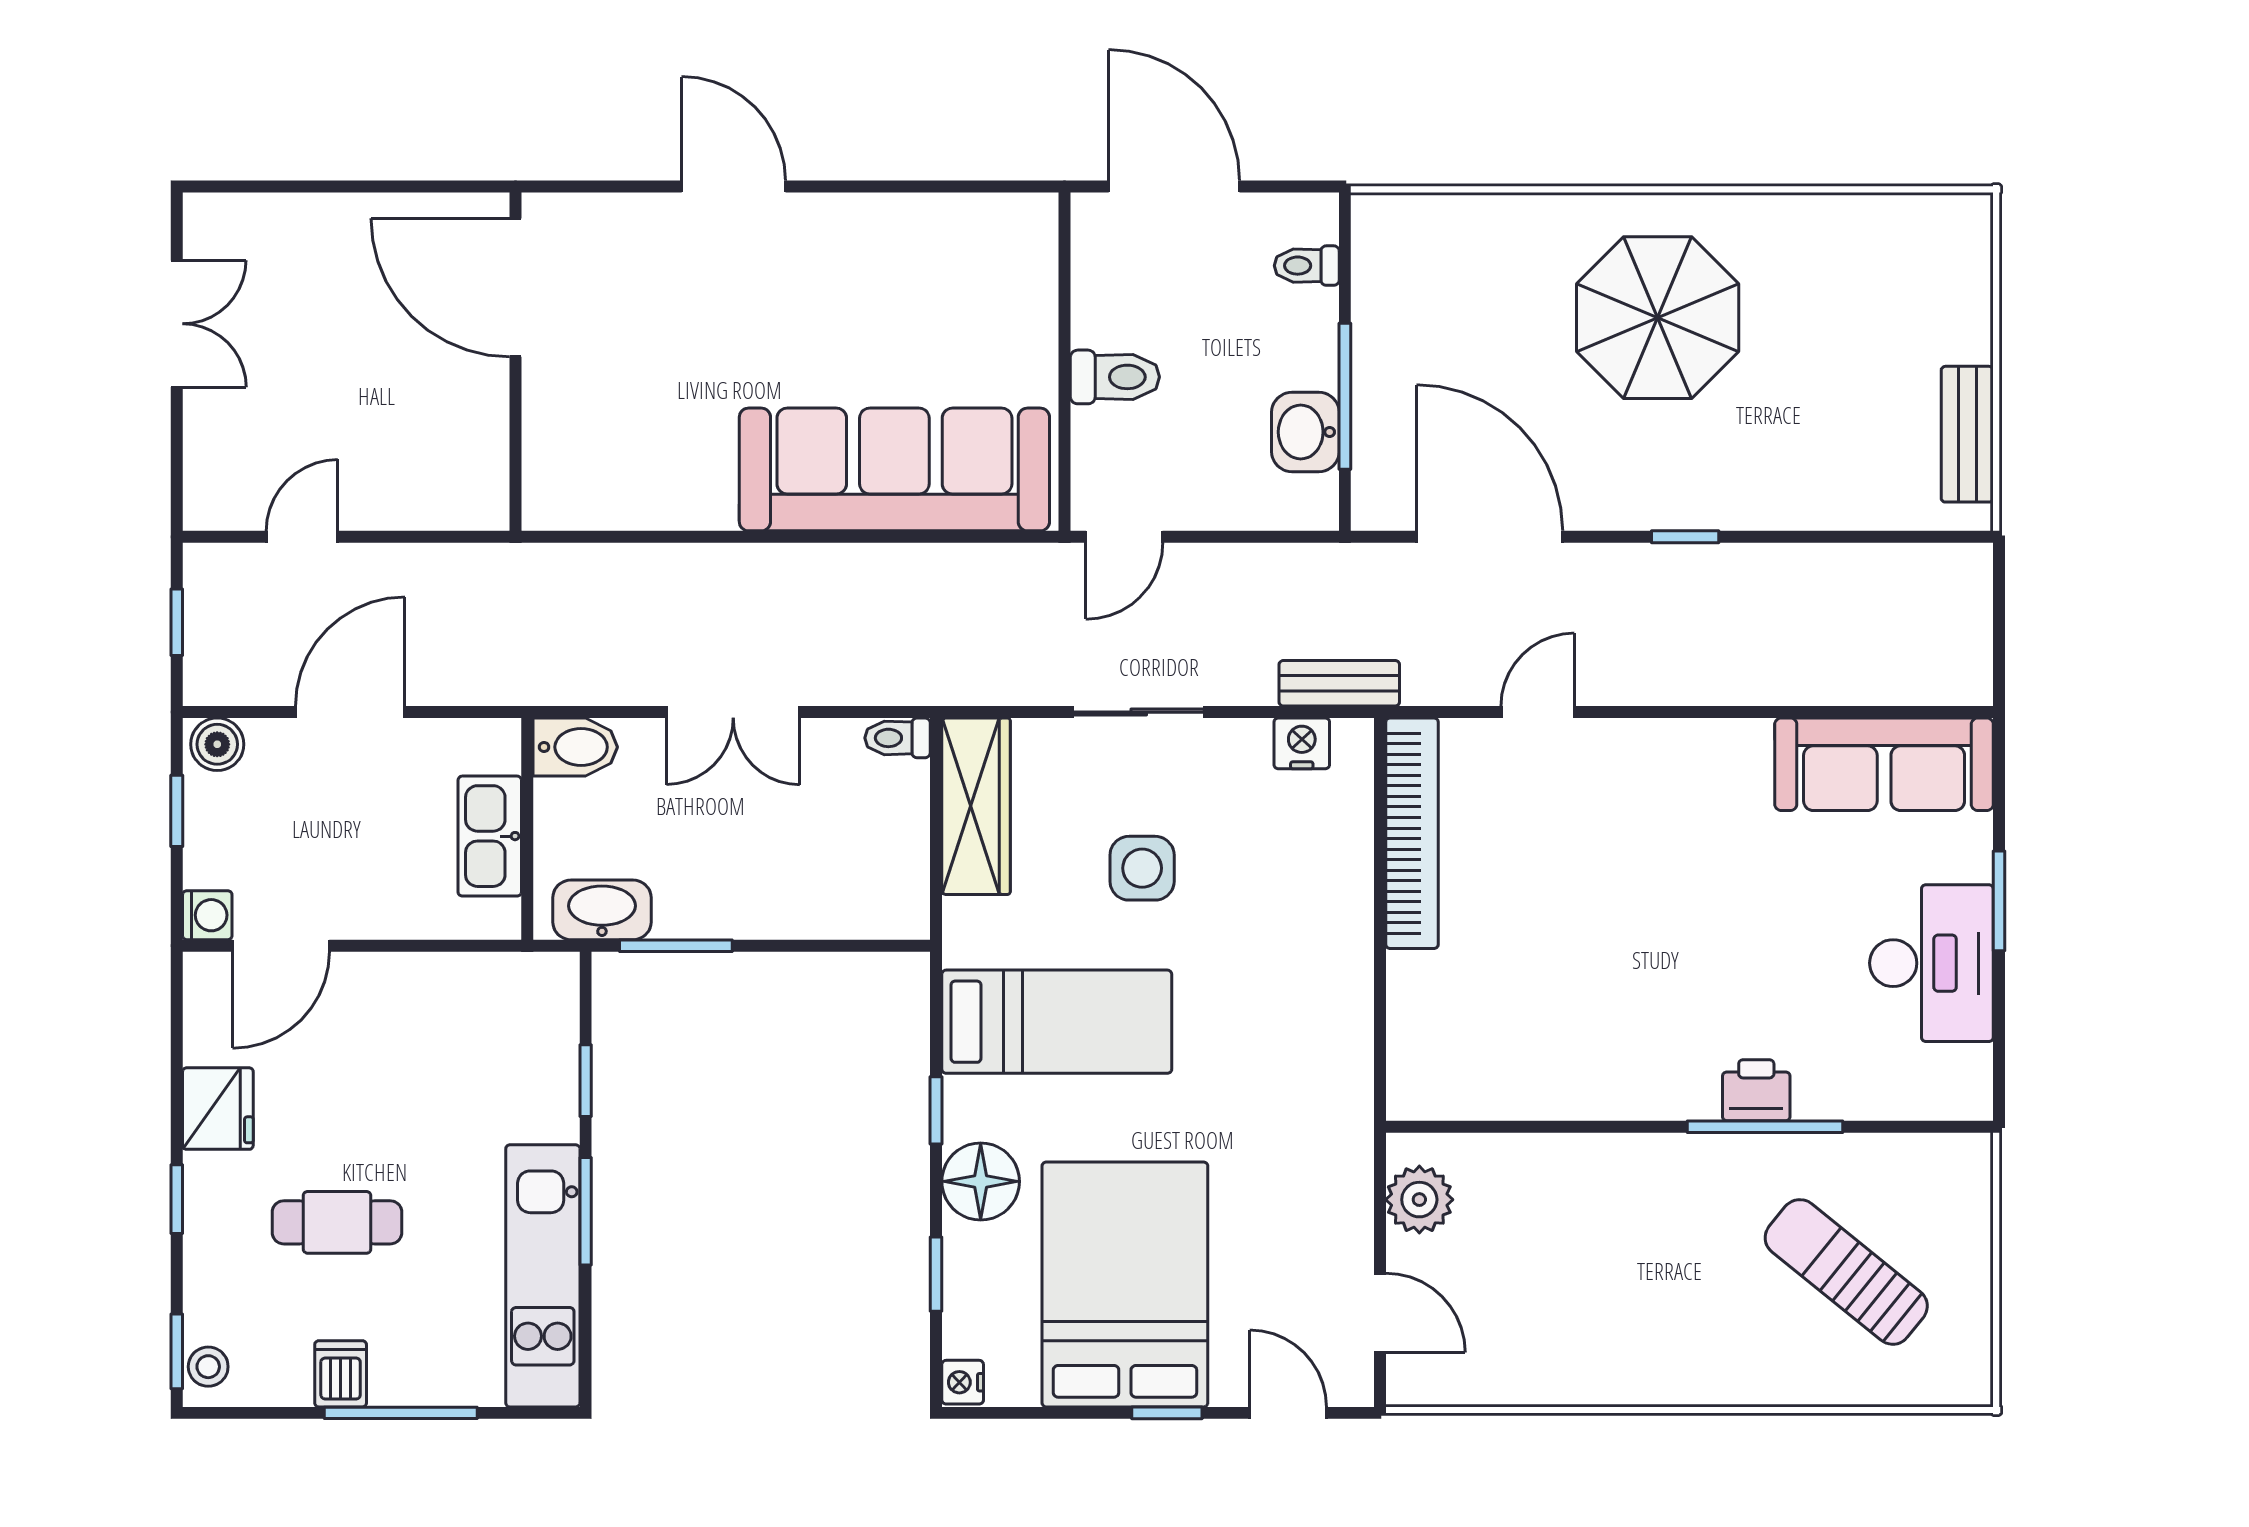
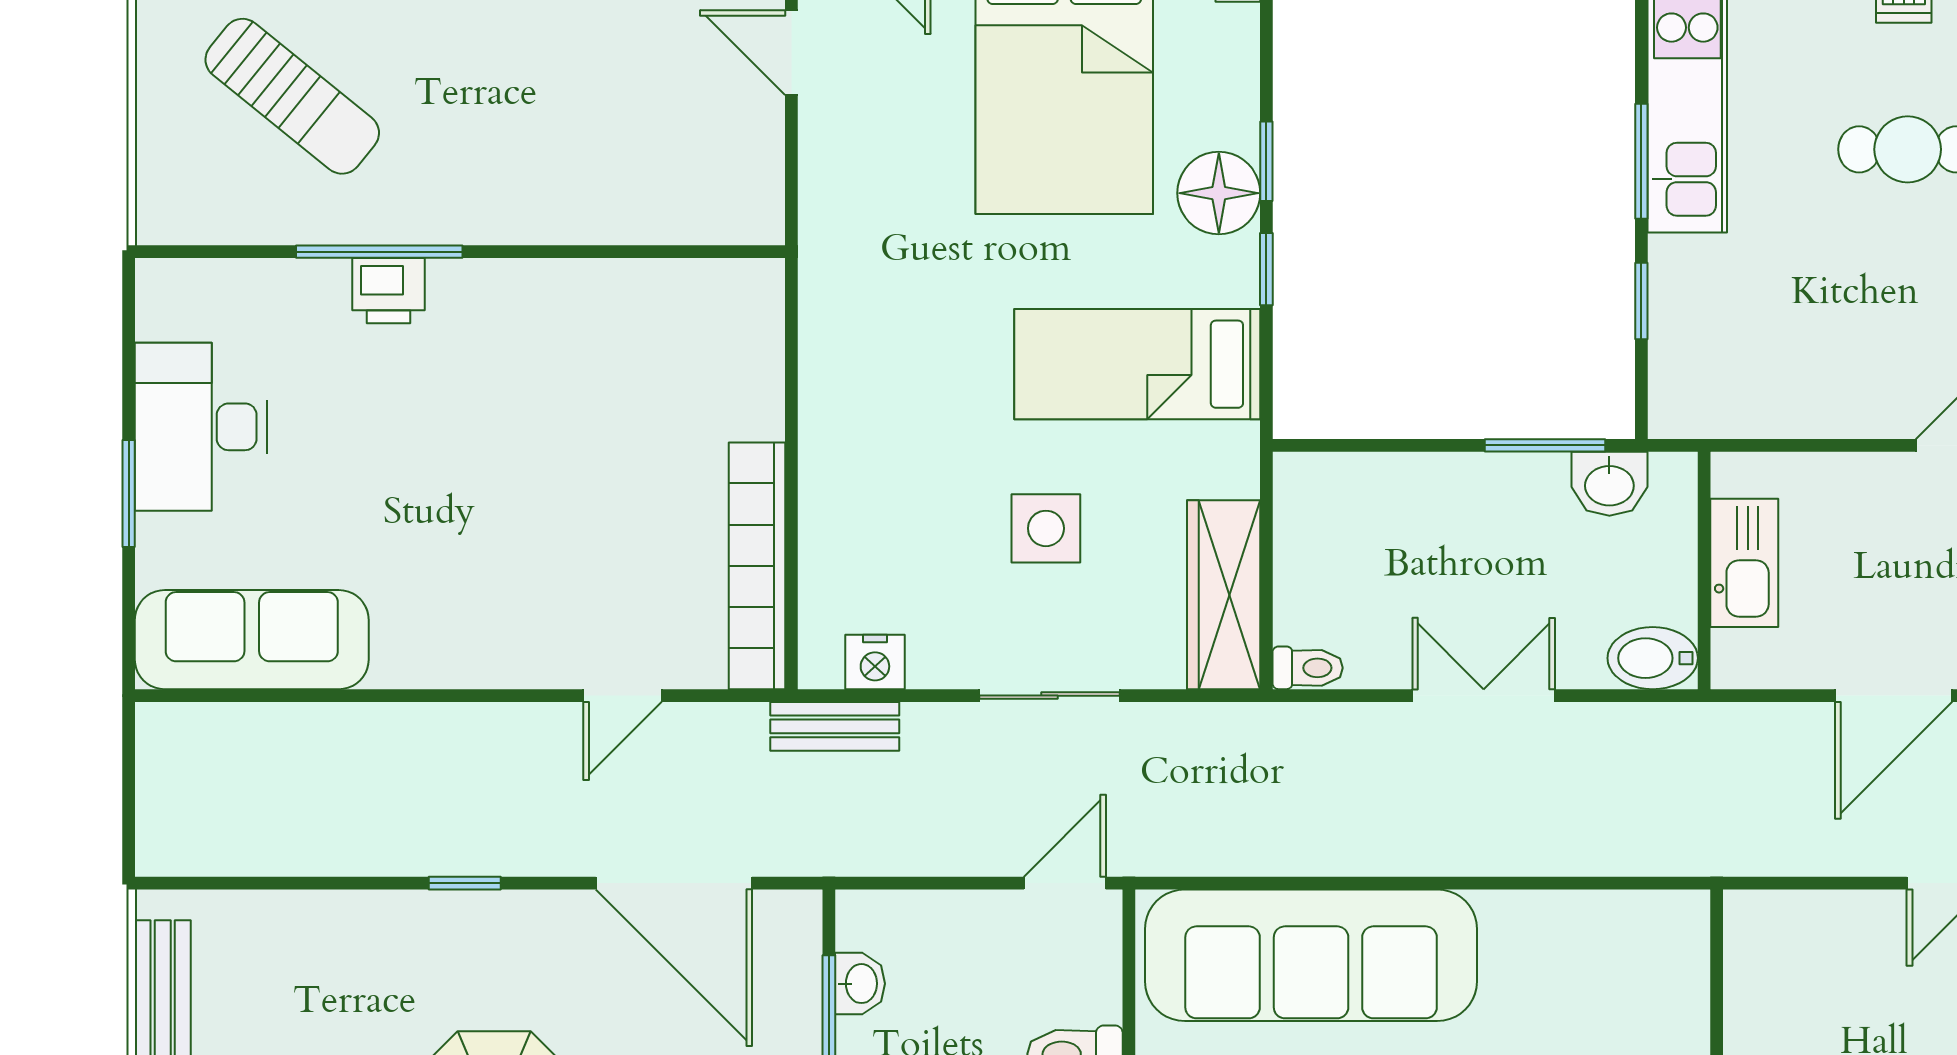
washbasin: (1305, 432) -> (860, 984), width x0.72, depth x0.69
washbasin: (602, 910) -> (1609, 484), width x0.72
plant: (1419, 1200) -> (749, 174), removed
window: (936, 1274) -> (1266, 161), moved

